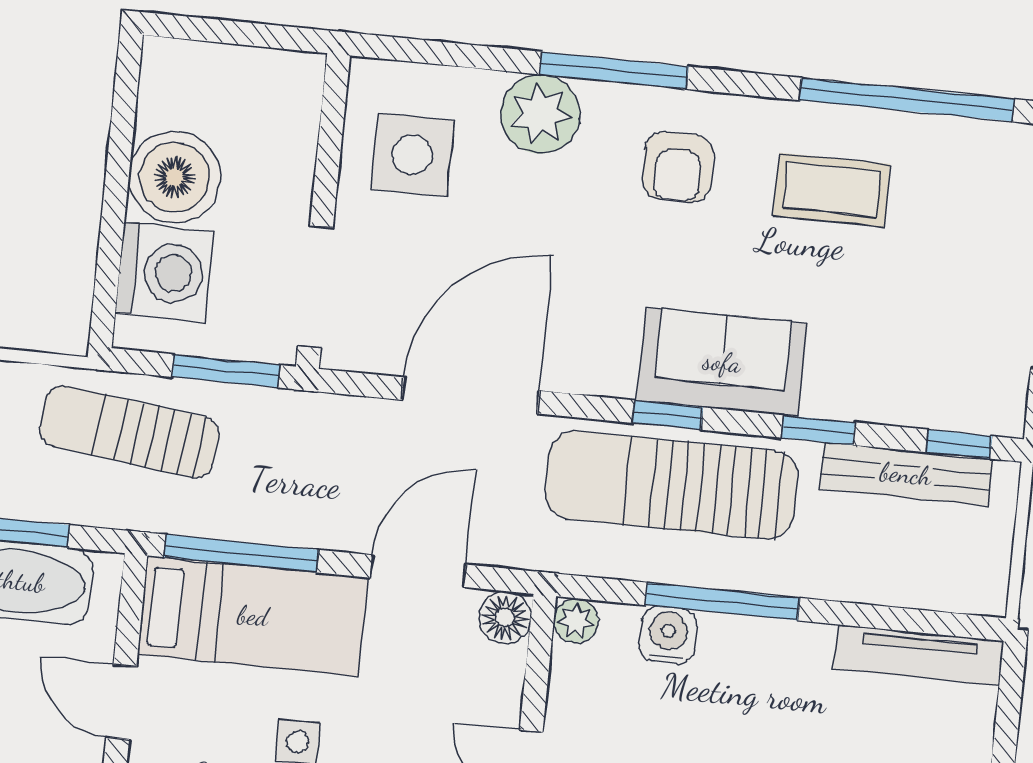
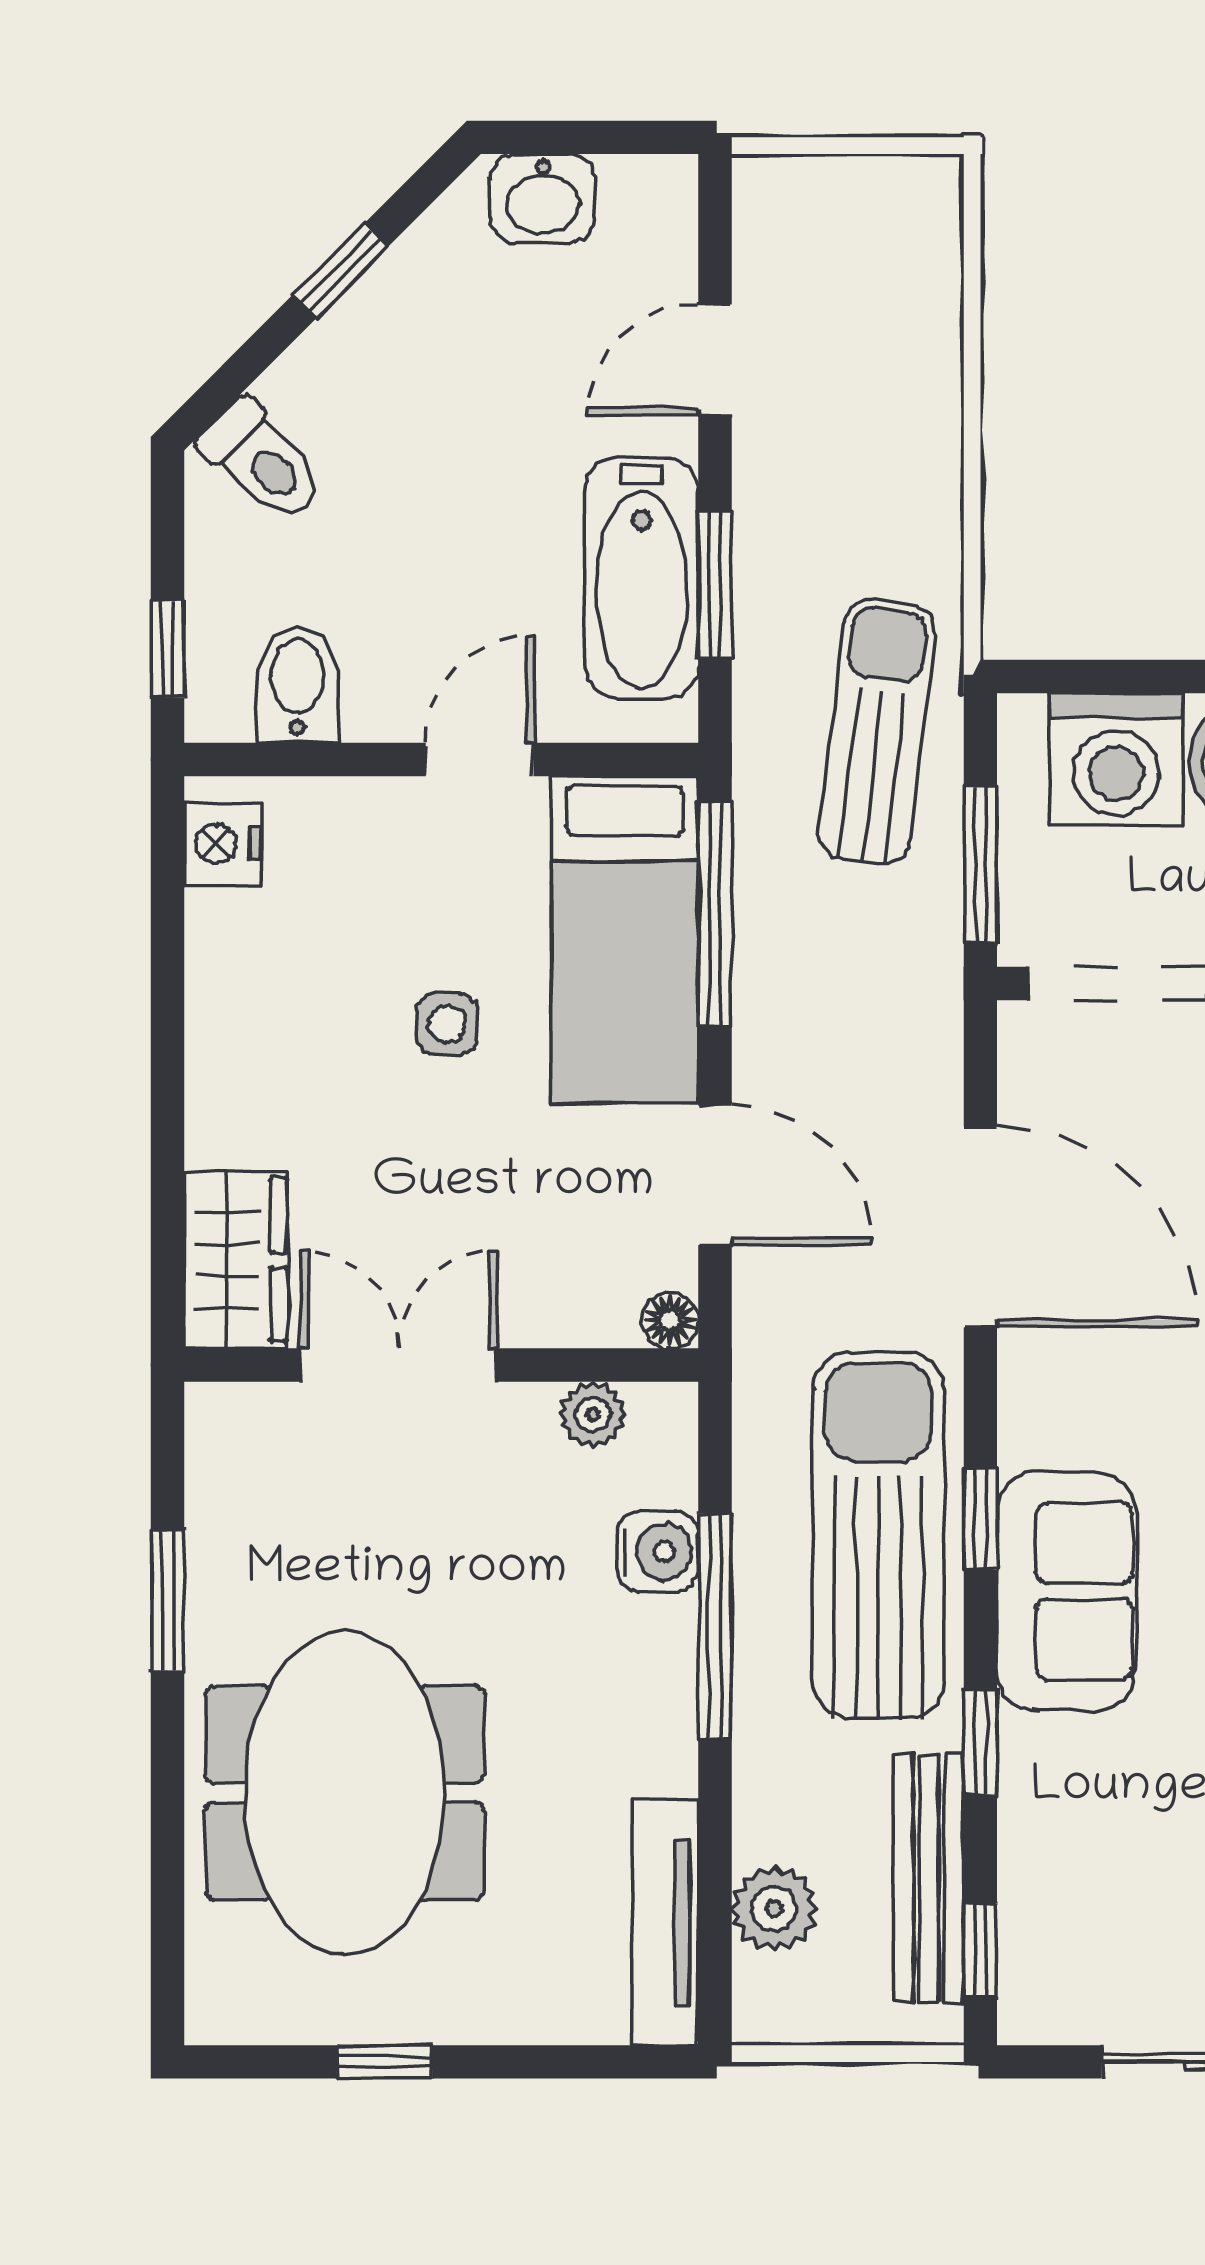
plant: (917, 581) -> (774, 1909), added
floor lamp: (505, 617) -> (670, 1320), width x0.73, depth x0.73
plant: (576, 620) -> (593, 1414), moved

